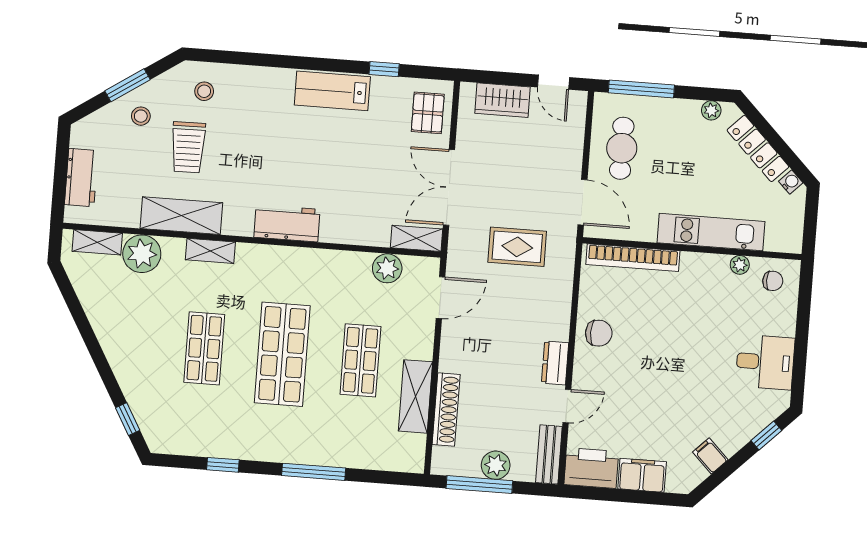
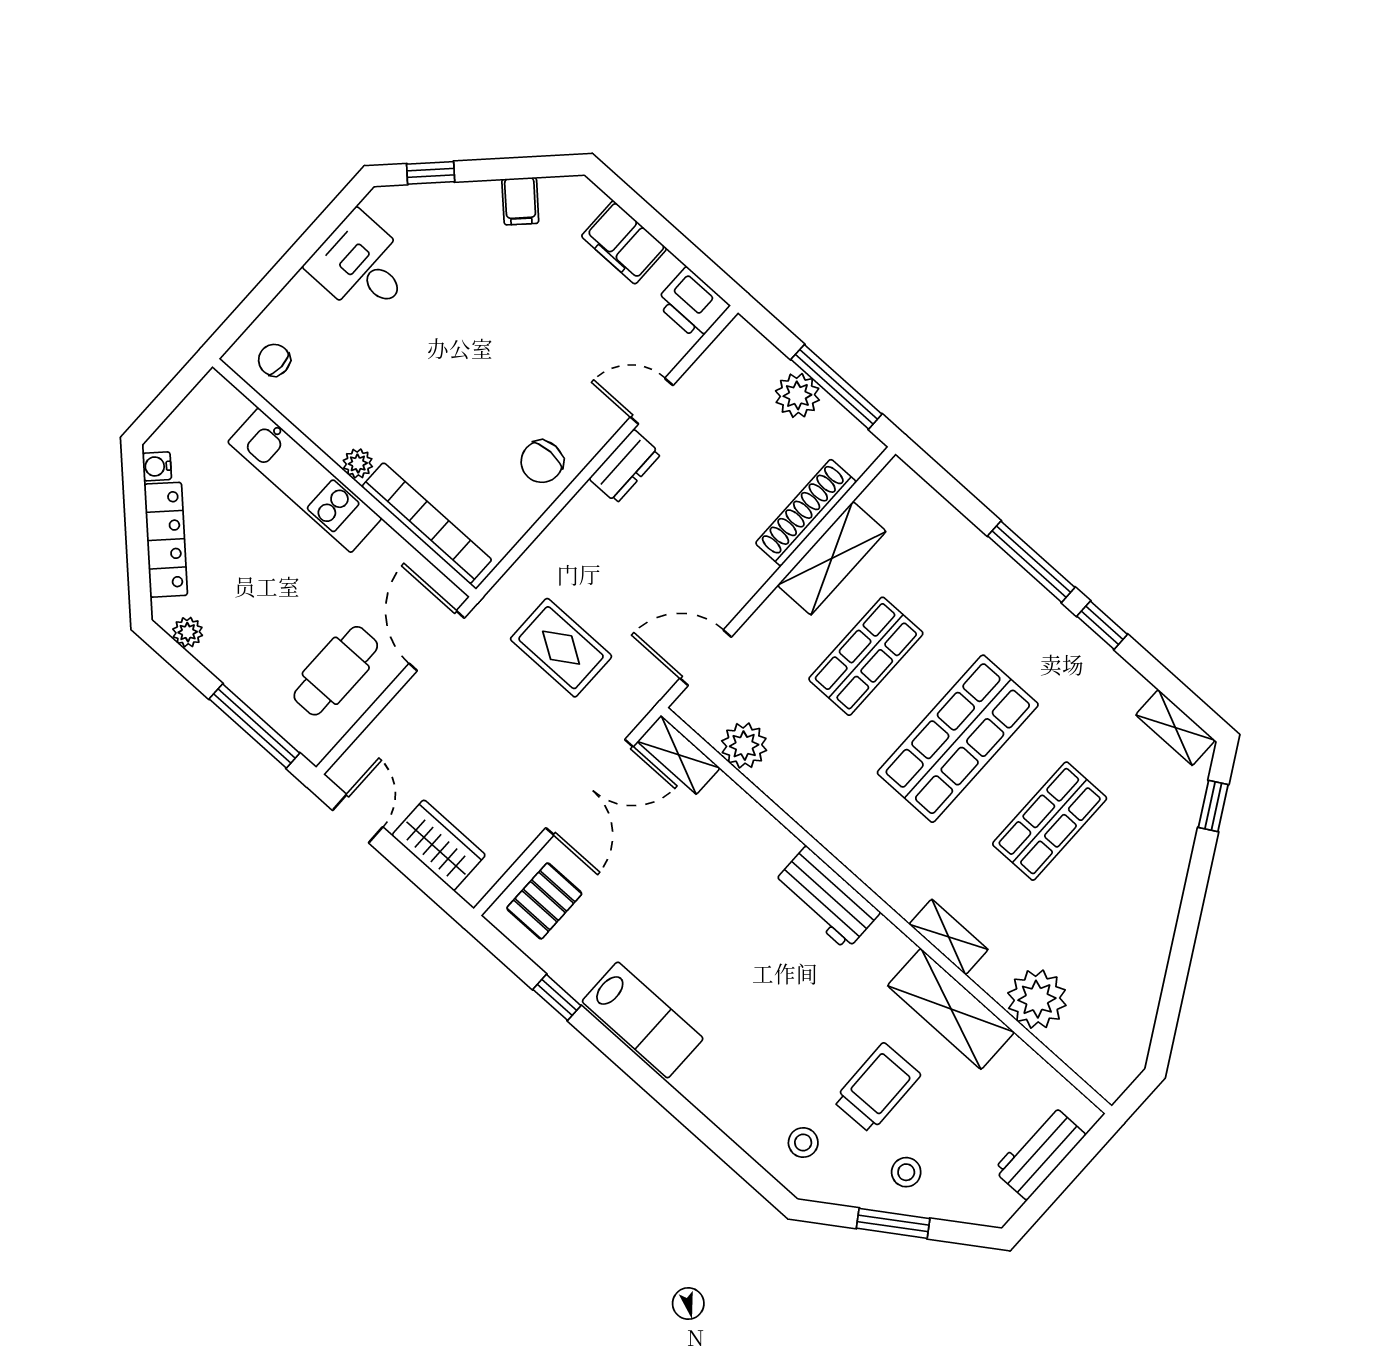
shelving: (97, 242) -> (1175, 728), moved
plant: (740, 265) -> (358, 463), moved
chair: (599, 333) -> (542, 462), turned -90
bench: (549, 454) -> (720, 358), removed
window: (223, 465) -> (1102, 625), moved
printer: (591, 468) -> (692, 304), width x0.73, depth x0.84

